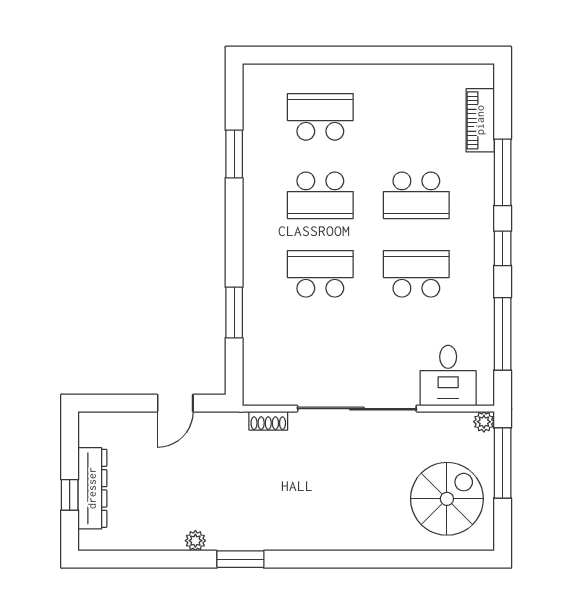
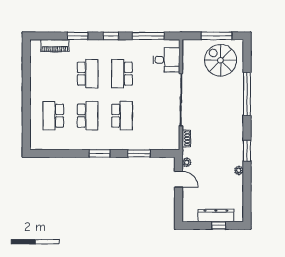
window: (234, 154) -> (99, 153), moved
window: (503, 172) -> (78, 36), width x0.69
school desk: (320, 274) -> (122, 116), turned 180
plant: (484, 422) -> (187, 162), moved
window: (503, 463) -> (216, 36), moved
window: (370, 559) -> (247, 94), added

